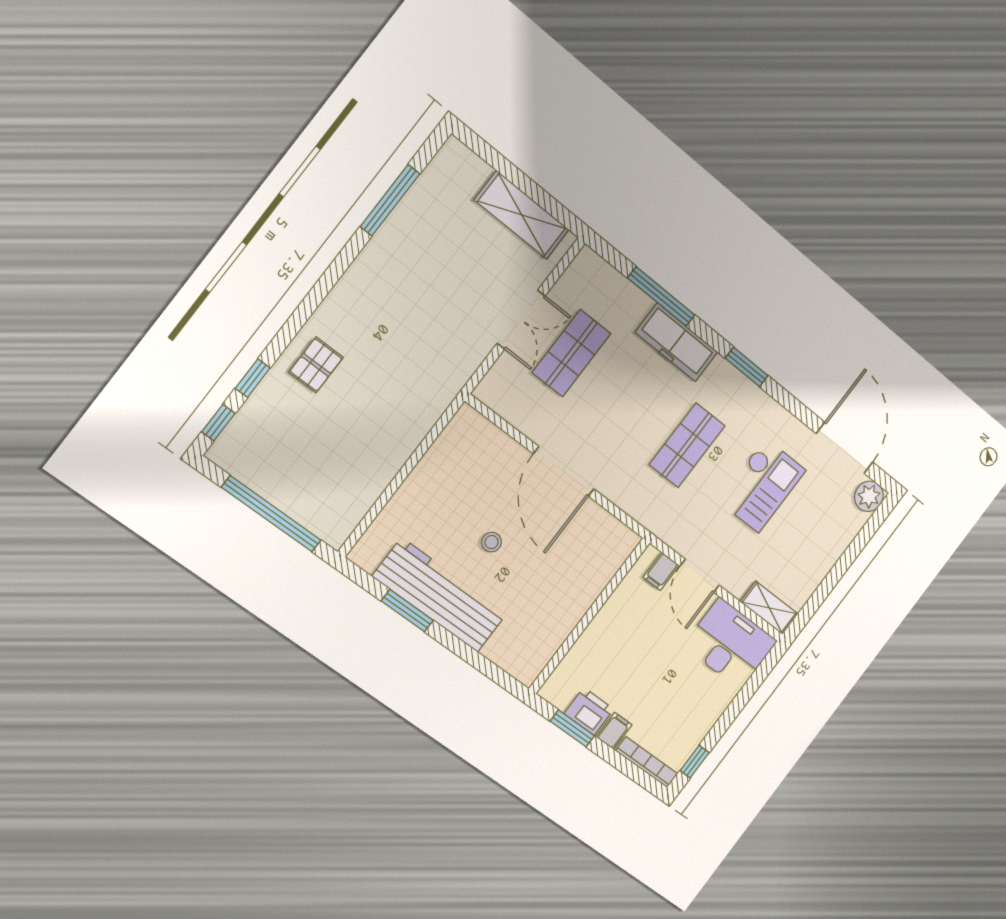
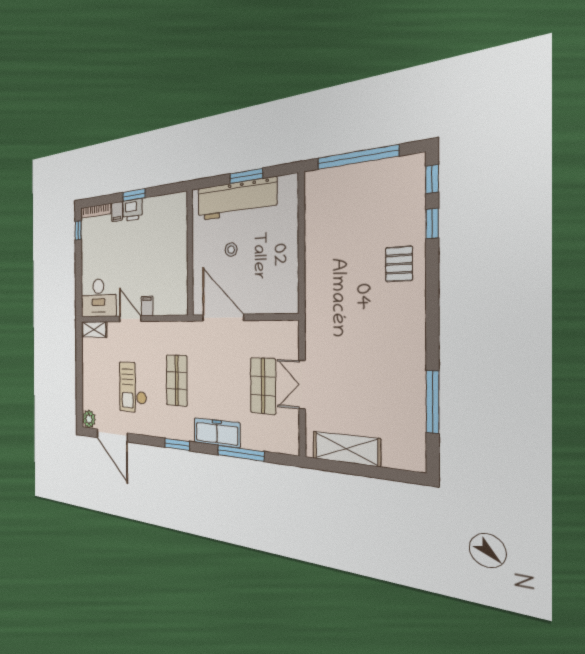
wall: (589, 616) -> (190, 253), moved

